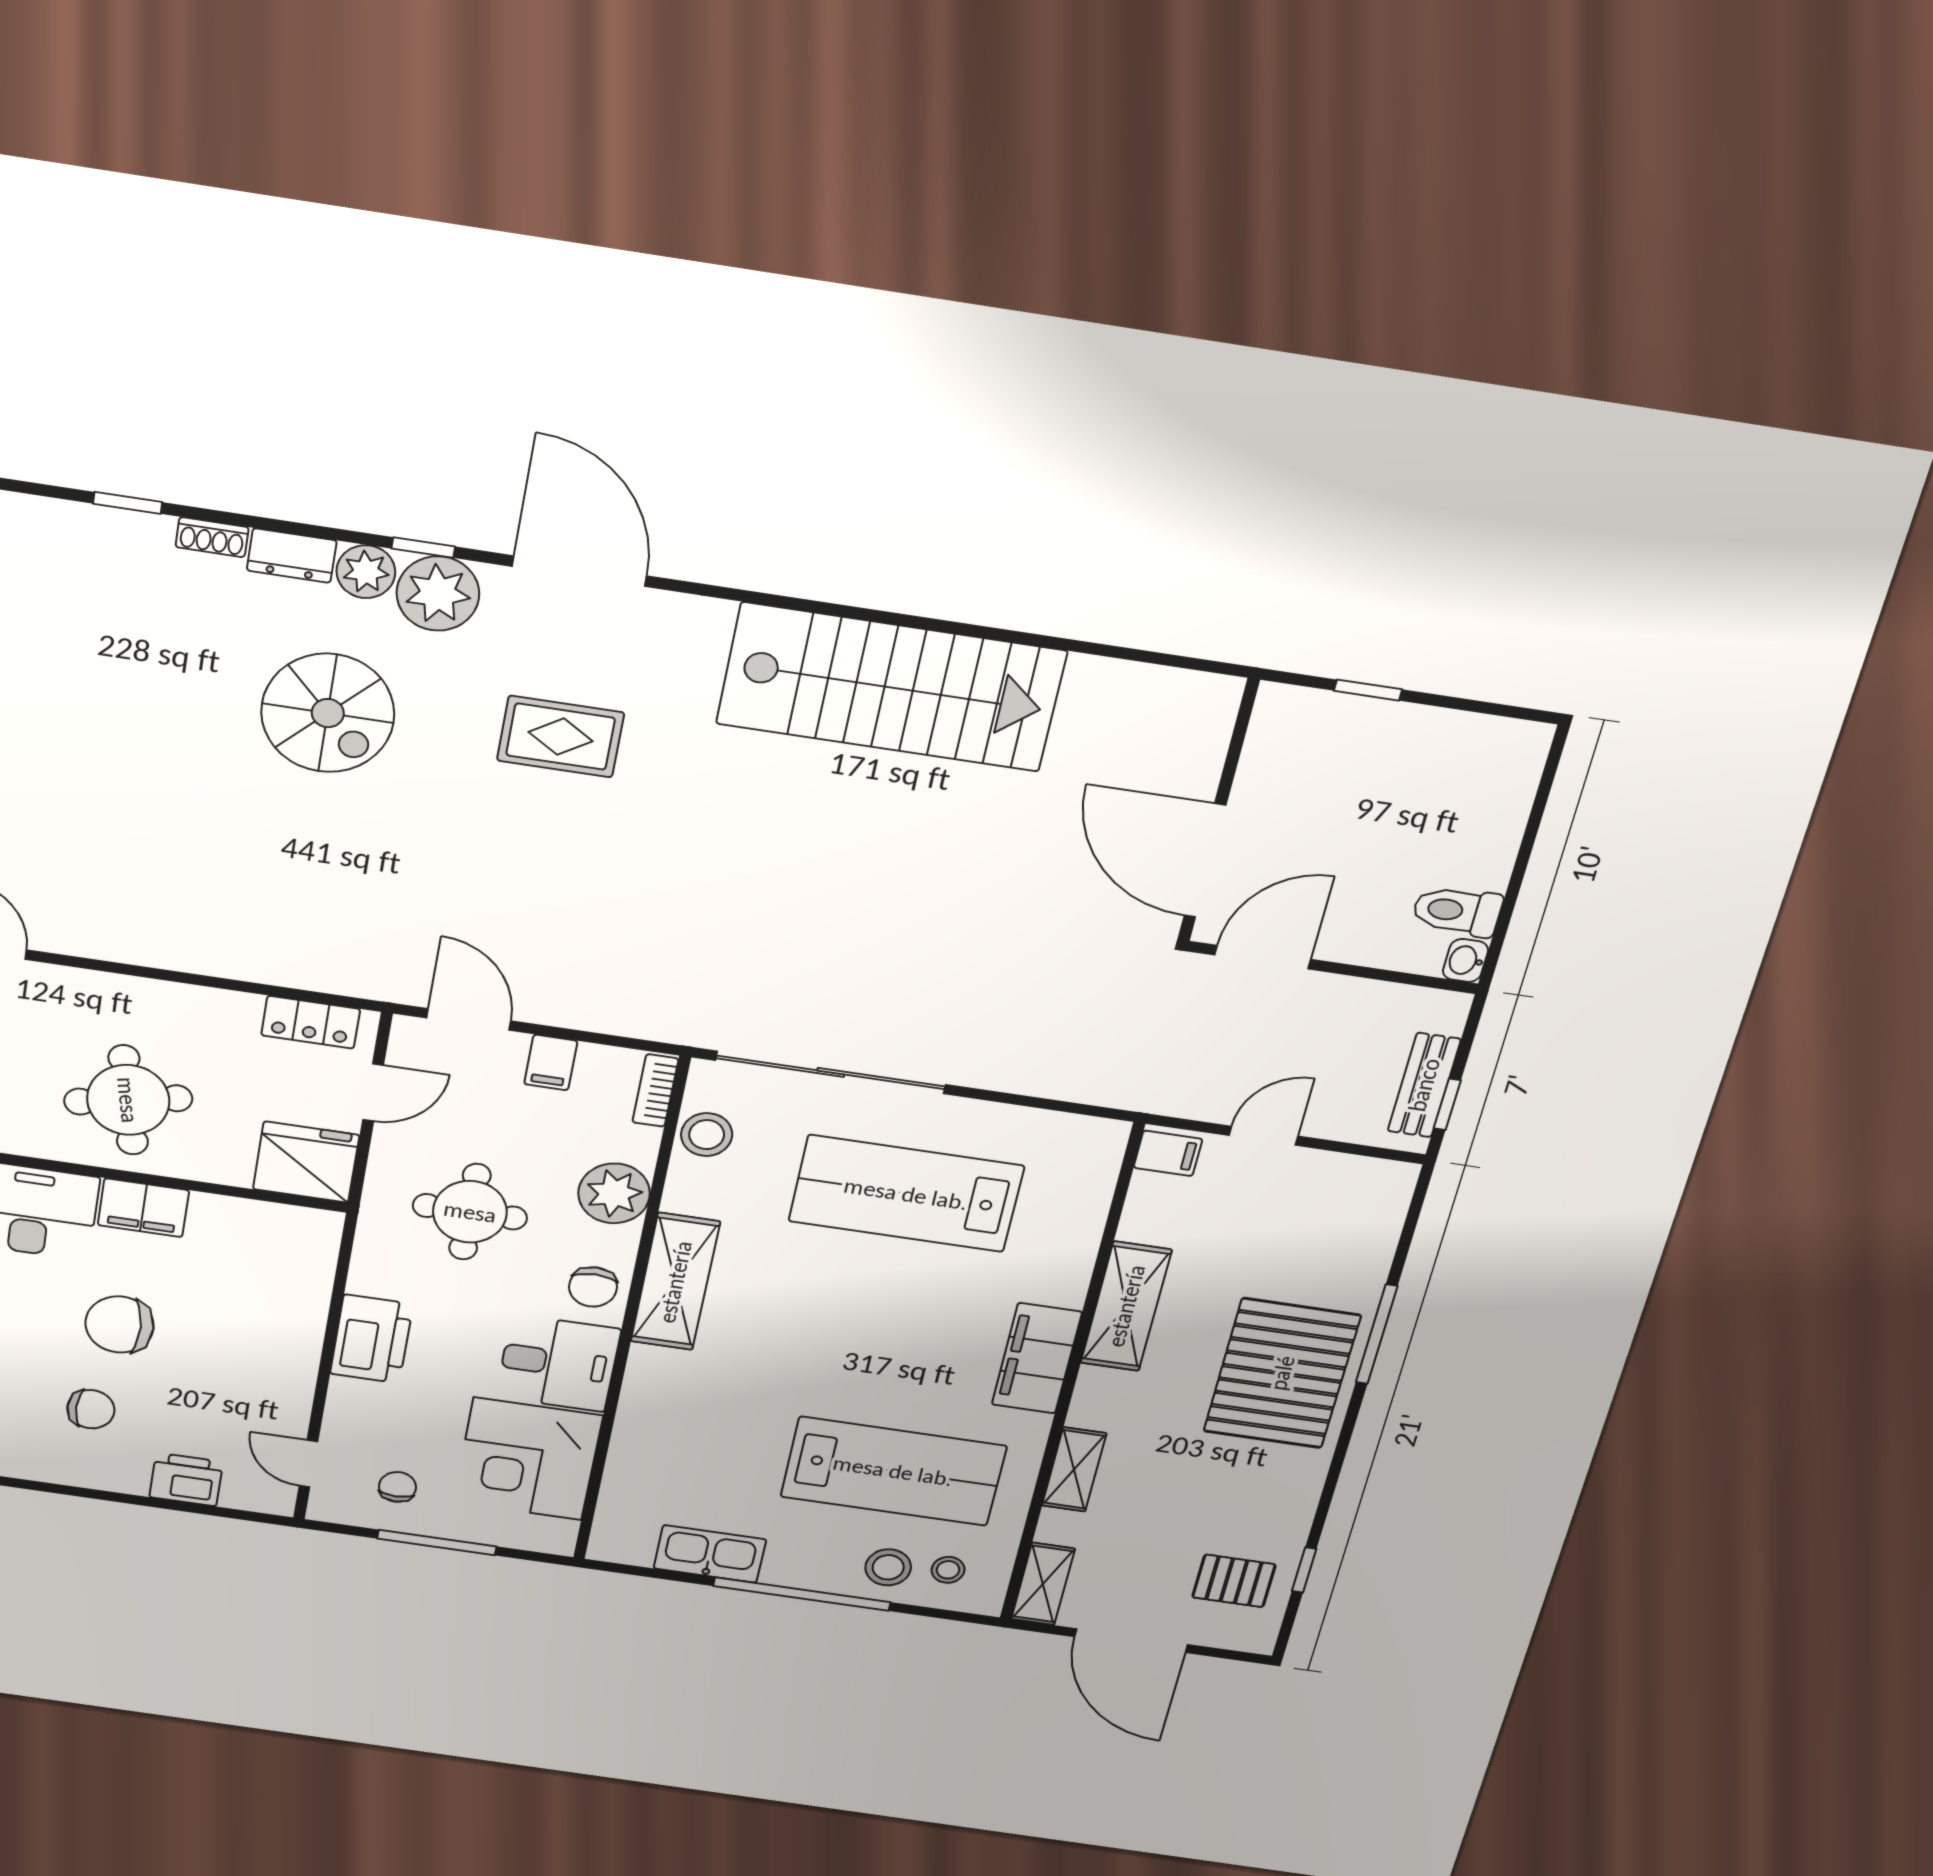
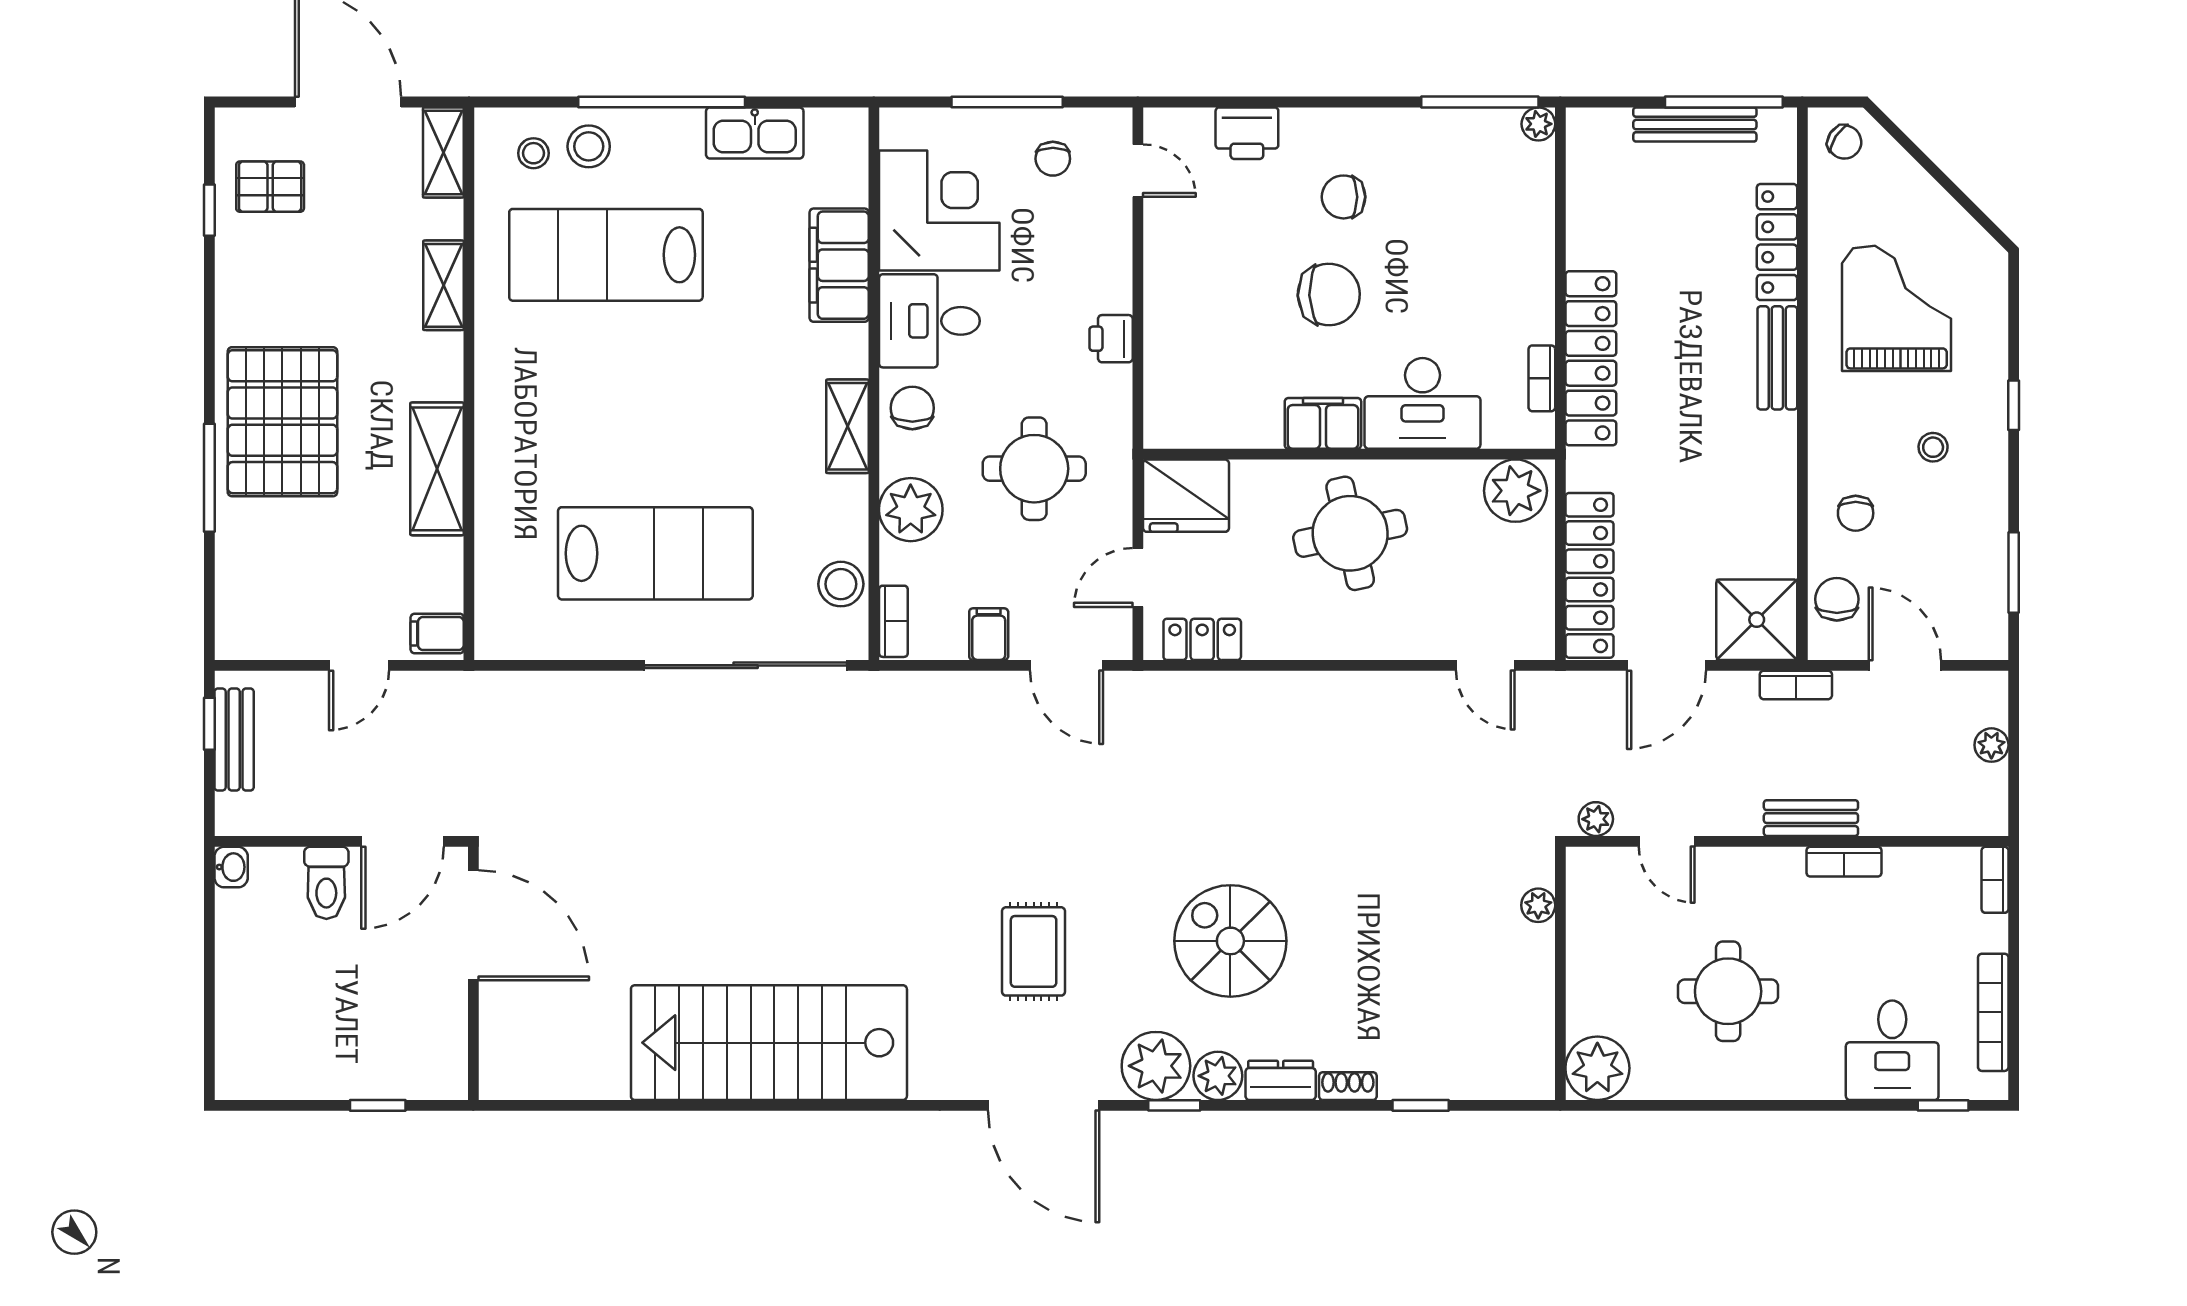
rug: (561, 737) -> (1034, 951), turned 90
toilet: (1457, 911) -> (326, 883), moved, turned 90
shelving: (675, 1282) -> (847, 426), width x0.67, depth x0.75
printer: (372, 1339) -> (1111, 339), width x0.53, depth x0.68
filing cabinet: (1037, 1358) -> (839, 265), moved, turned 180

